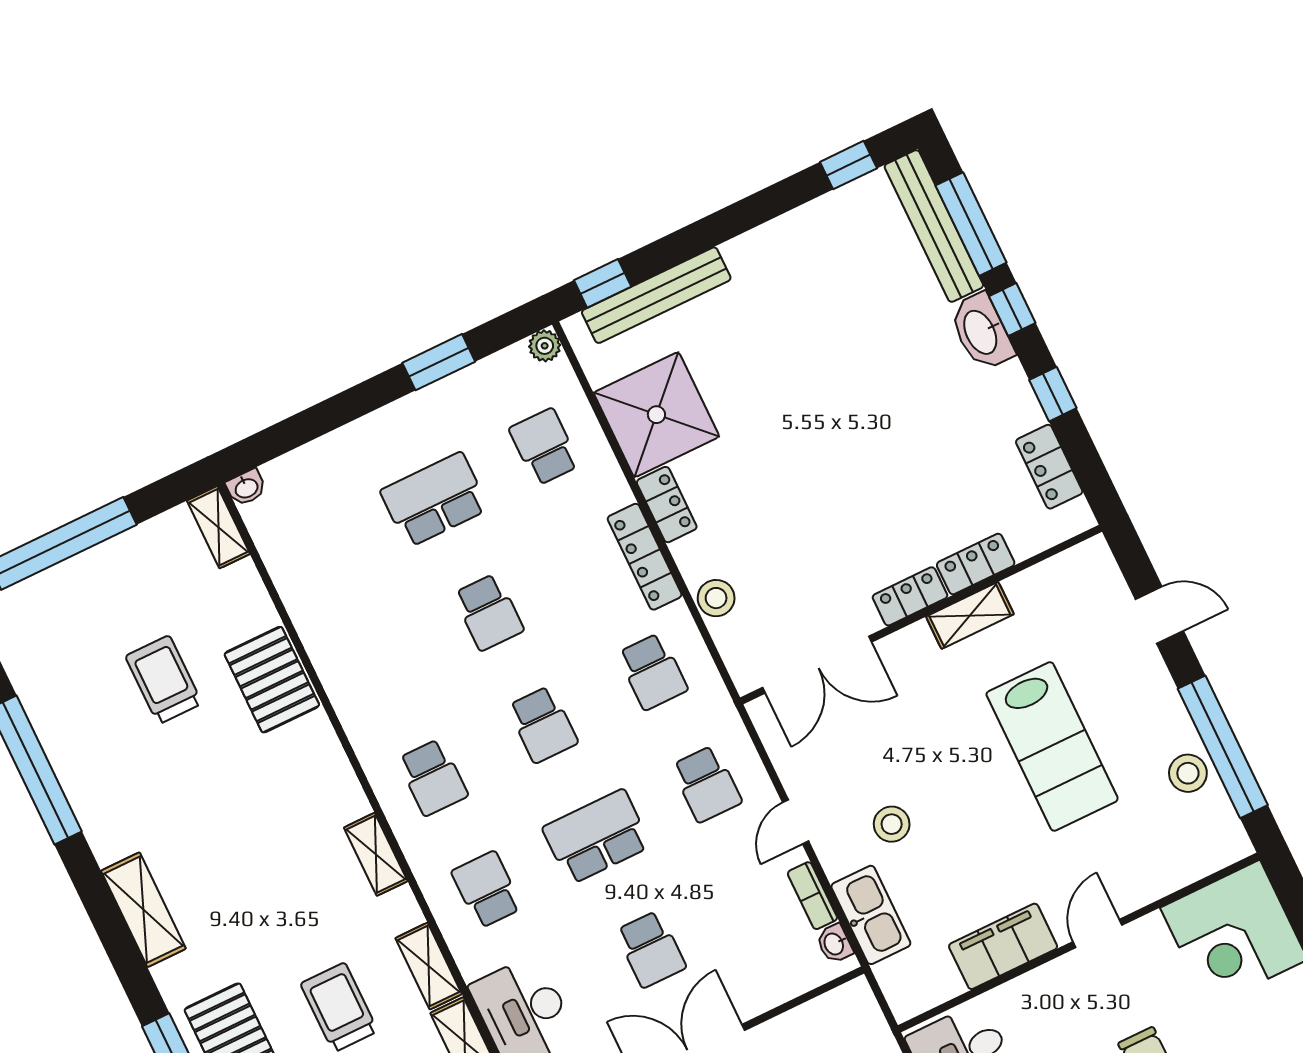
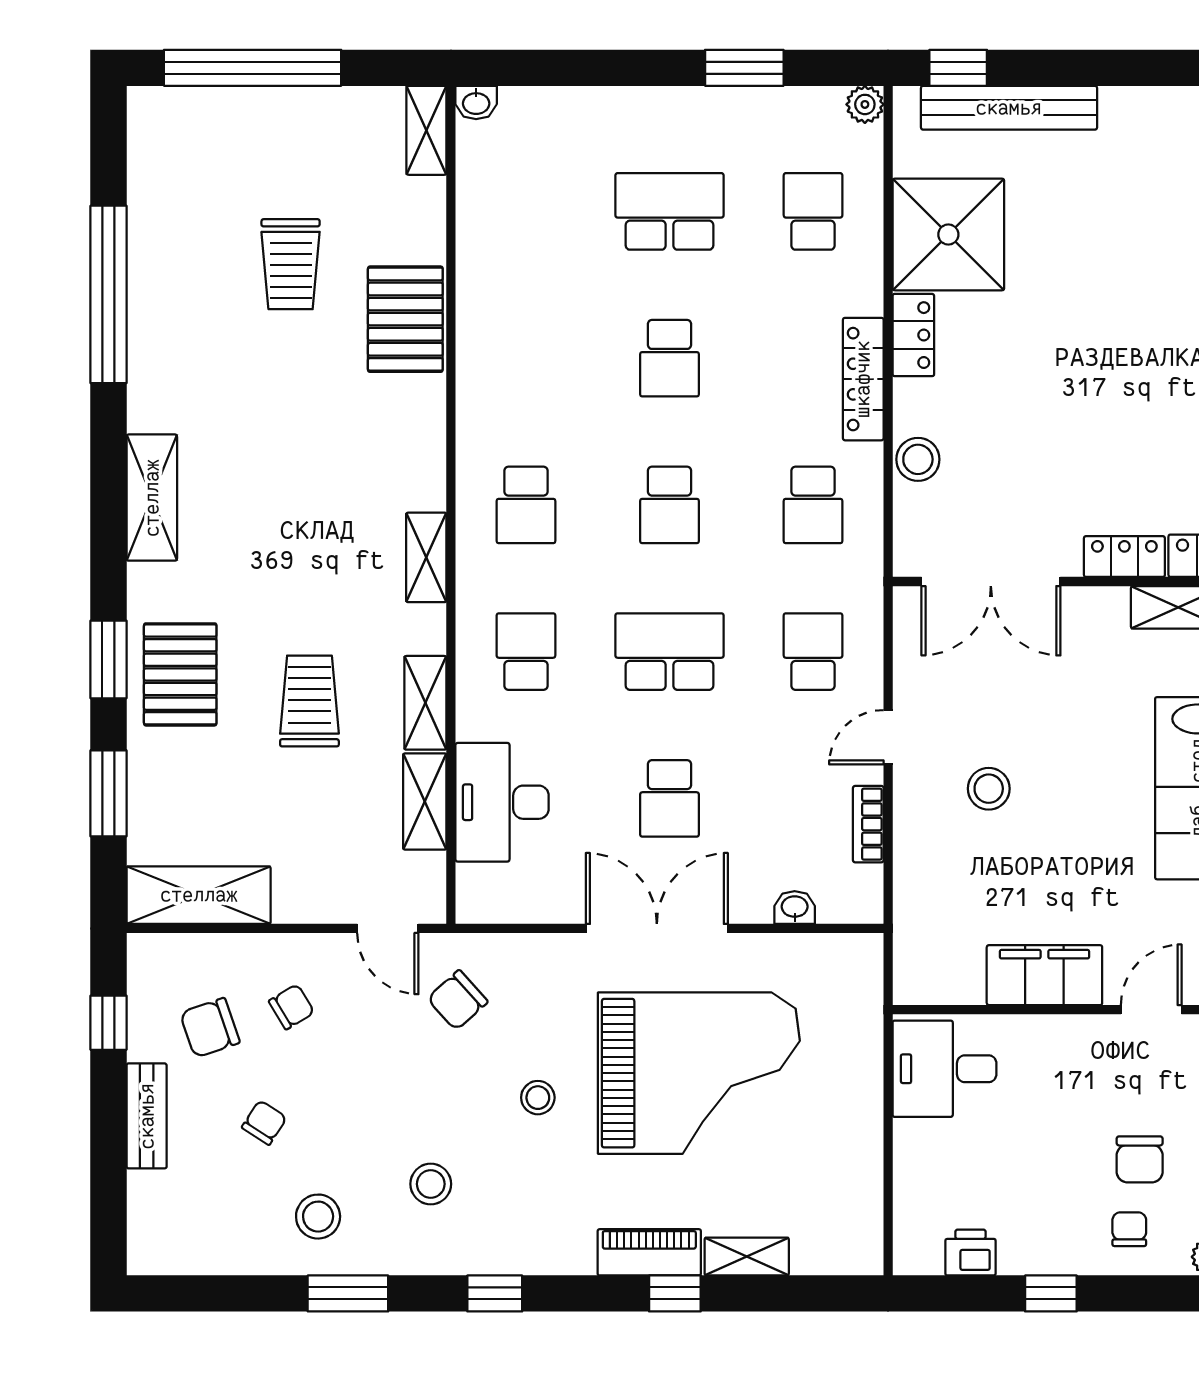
trolley: (164, 680) -> (291, 264), turned 180
school desk: (707, 784) -> (813, 652), turned 180
kitchen sink: (871, 915) -> (920, 874), removed
washbasin: (834, 944) -> (795, 908), moved, turned 90

